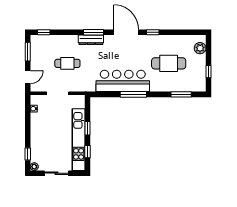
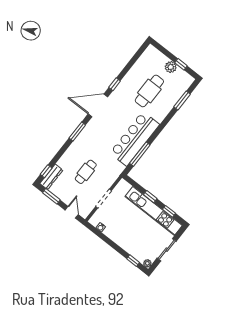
dresser: (91, 40) -> (51, 177), moved
plant: (200, 48) -> (171, 67), moved
window: (133, 94) -> (140, 154), moved

